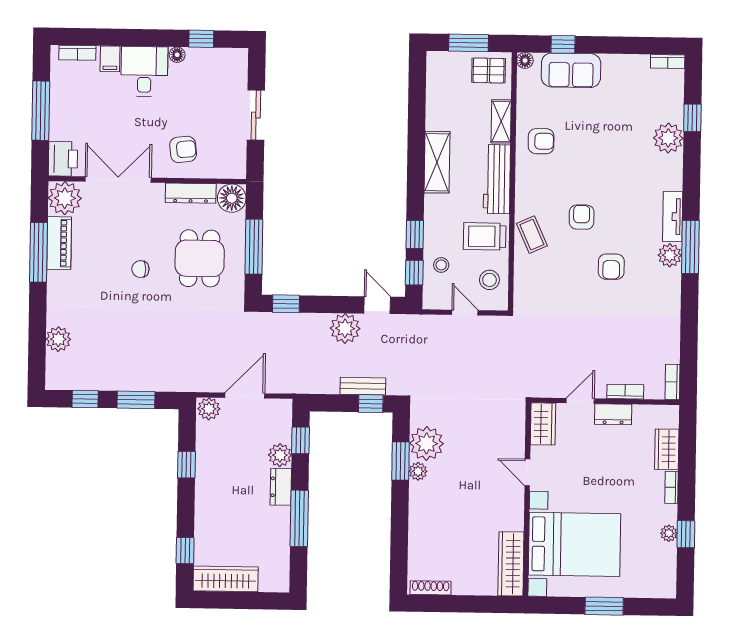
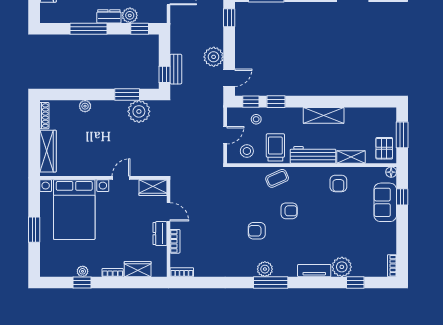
tv unit: (673, 217) -> (314, 271), moved
plant: (418, 471) -> (85, 106), moved
wardrobe: (511, 564) -> (48, 151), moved, turned 90

